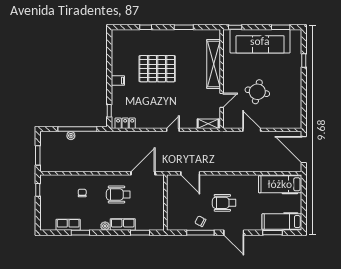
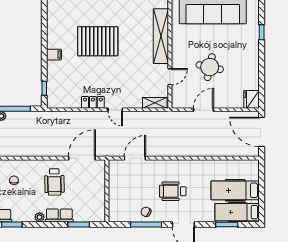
fridge: (295, 121) -> (252, 99), added
locker: (125, 123) -> (93, 102), moved
door: (173, 130) -> (115, 110), swing flipped
door: (252, 130) -> (203, 110), hinge flipped
door: (190, 173) -> (135, 158), swing flipped
hospital bed: (280, 184) -> (235, 190), moved
wheelchair: (118, 195) -> (54, 182), turned -91

